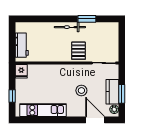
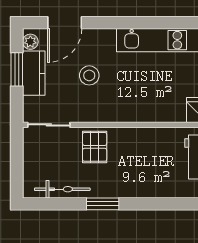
window: (87, 19) -> (103, 204), moved
bicycle: (70, 27) -> (62, 189), moved
door: (95, 120) -> (65, 23), hinge flipped

